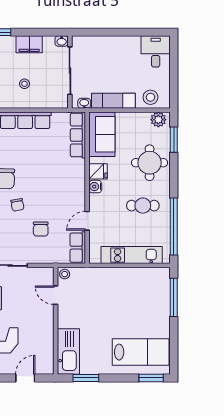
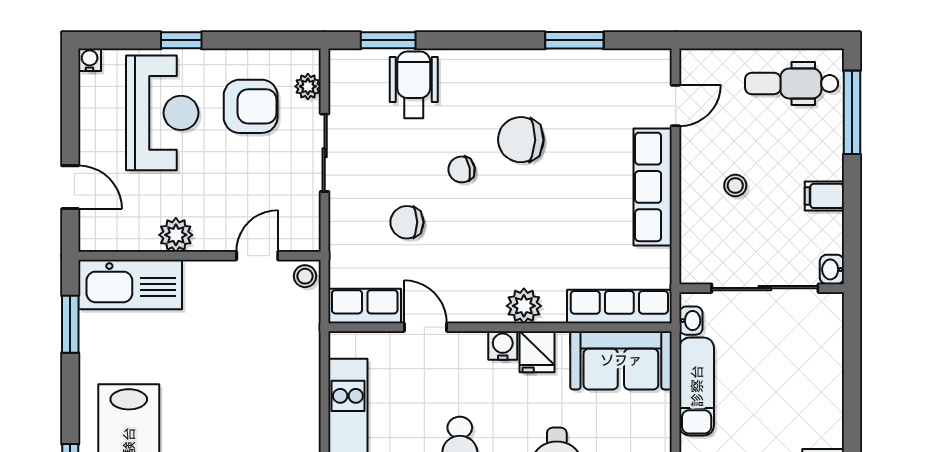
filing cabinet: (29, 44) -> (824, 196), width x0.50
plant: (78, 177) -> (524, 306), added
plant: (46, 331) -> (176, 235), added

